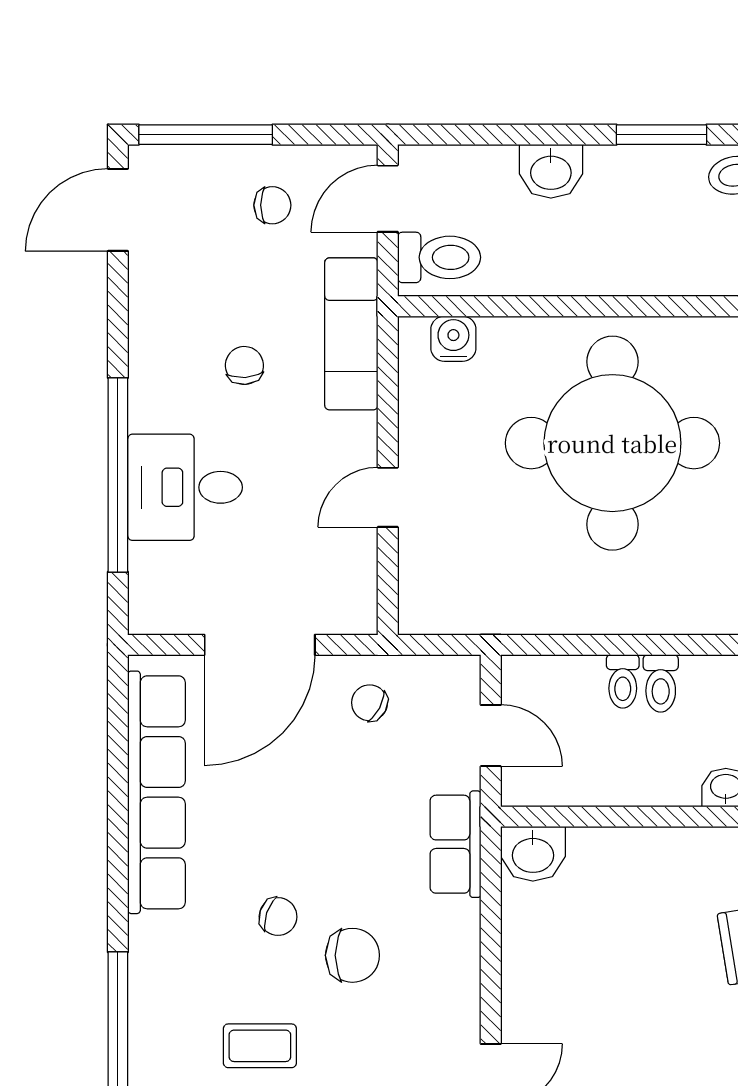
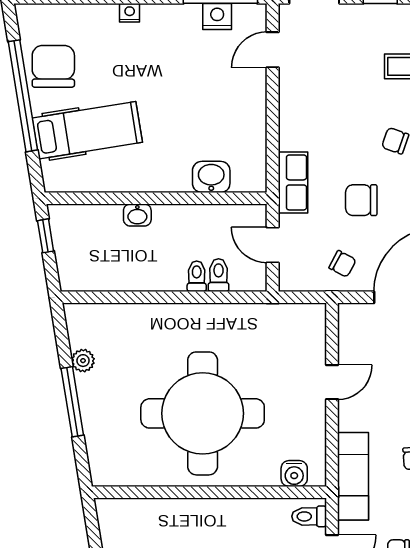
toilet: (439, 257) -> (309, 516), width x0.73, depth x0.72
toilet: (661, 683) -> (219, 275), moved
washbasin: (533, 854) -> (211, 177), moved
chair: (352, 955) -> (361, 200), moved

